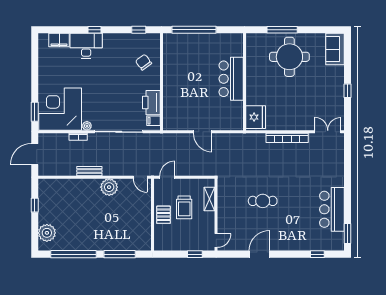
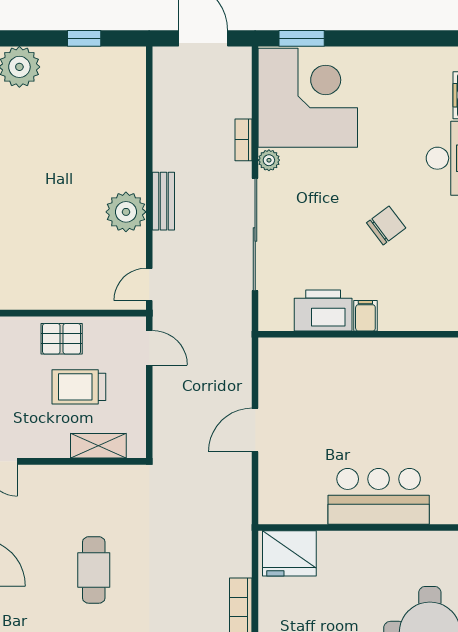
chair: (144, 62) -> (386, 225), moved
filing cabinet: (154, 121) -> (365, 316), moved
bench: (89, 171) -> (163, 201), moved

